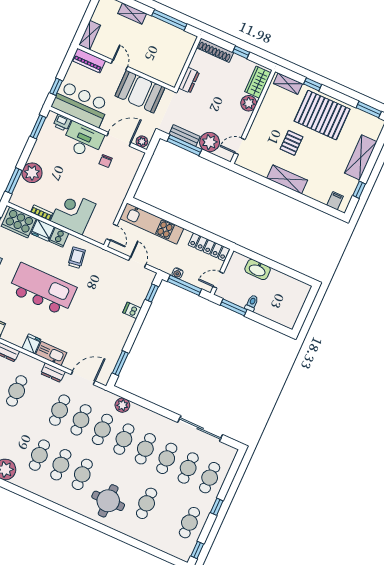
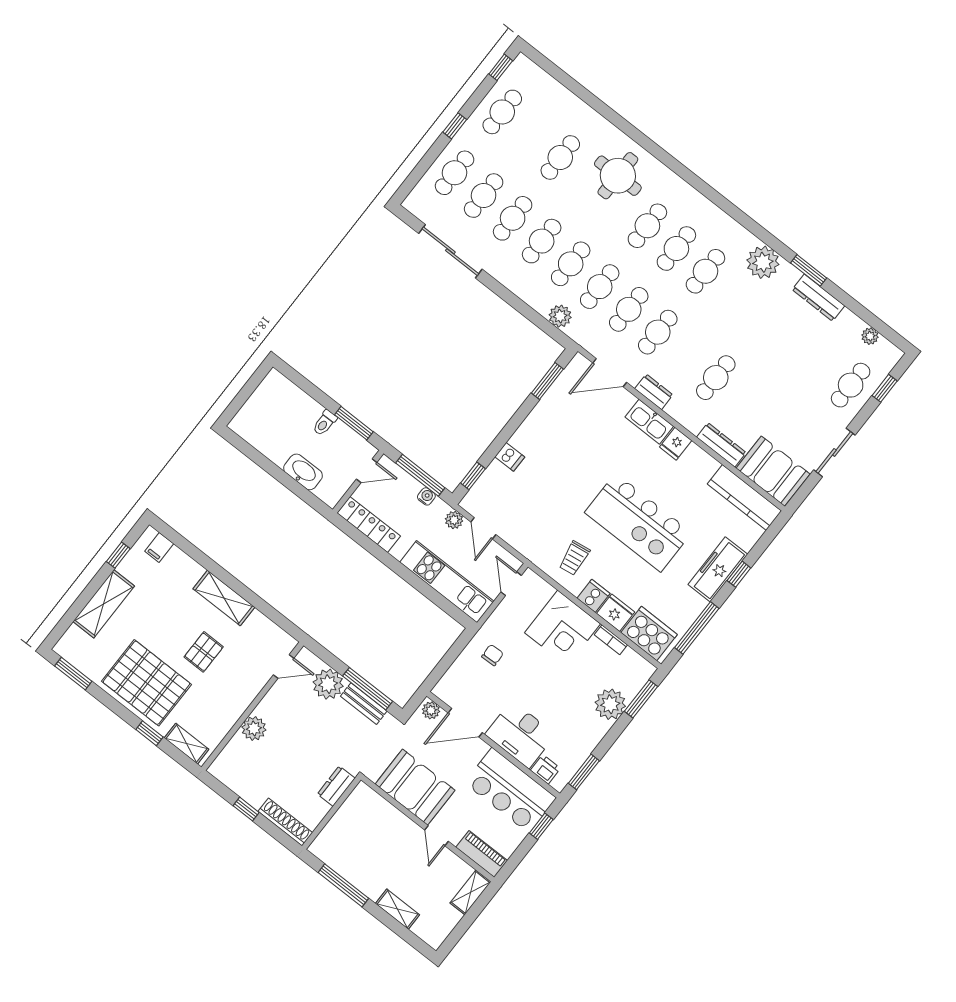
wardrobe: (258, 82) -> (232, 757), removed
chair: (106, 161) -> (493, 655), moved
plant: (157, 263) -> (454, 520), added

